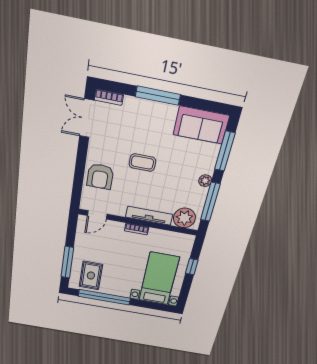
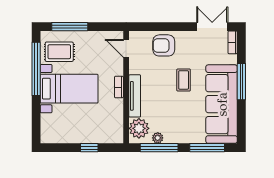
sofa: (201, 125) -> (222, 104), width x1.85, depth x1.27
plant: (205, 181) -> (158, 138), moved
bed with nightstands: (159, 279) -> (69, 89), moved

